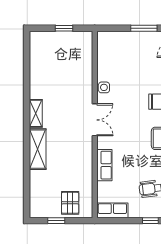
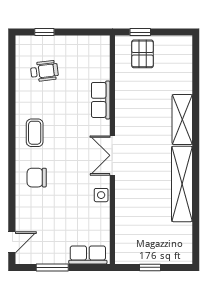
shelving: (36, 113) -> (182, 184), width x2.20, depth x1.33
row of seats: (112, 210) -> (88, 255), moved, turned 180
window: (56, 221) -> (140, 32), moved

